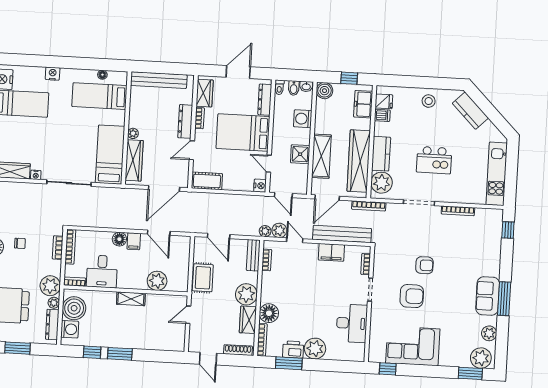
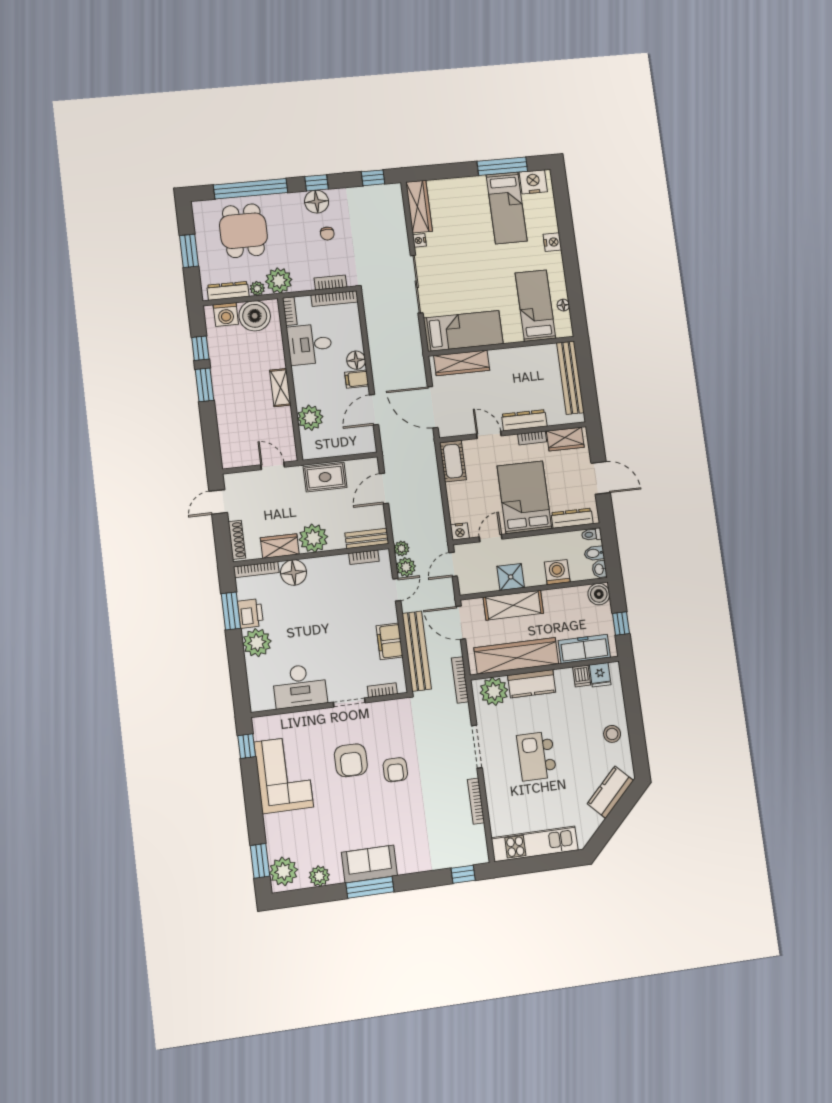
freezer: (363, 104) -> (584, 649), width x1.40
plant: (133, 133) -> (496, 356), removed

